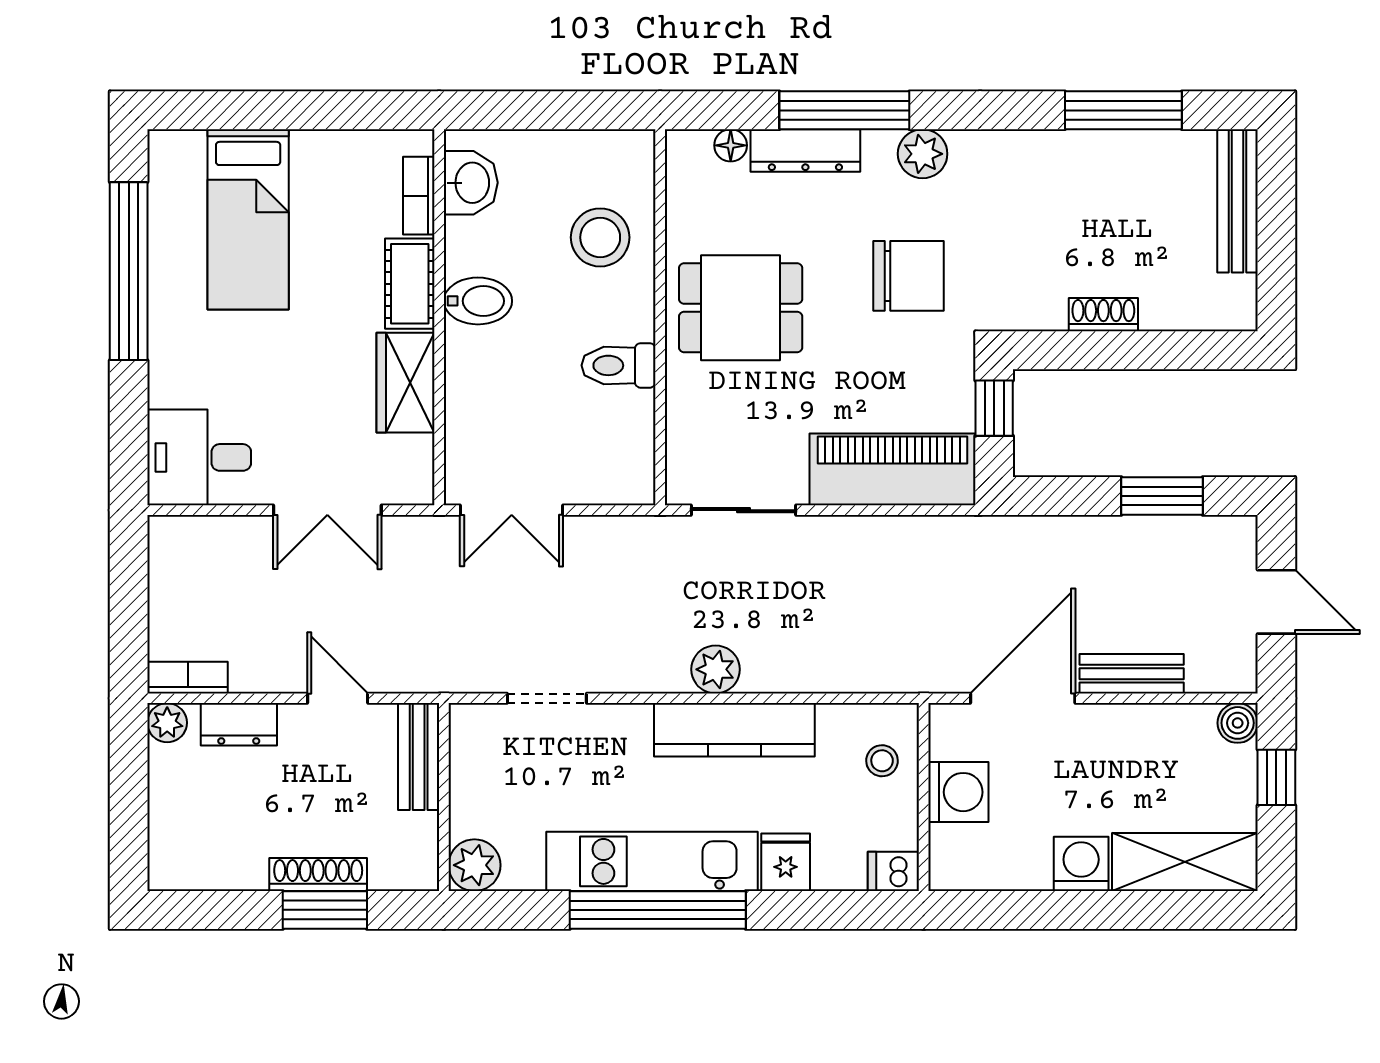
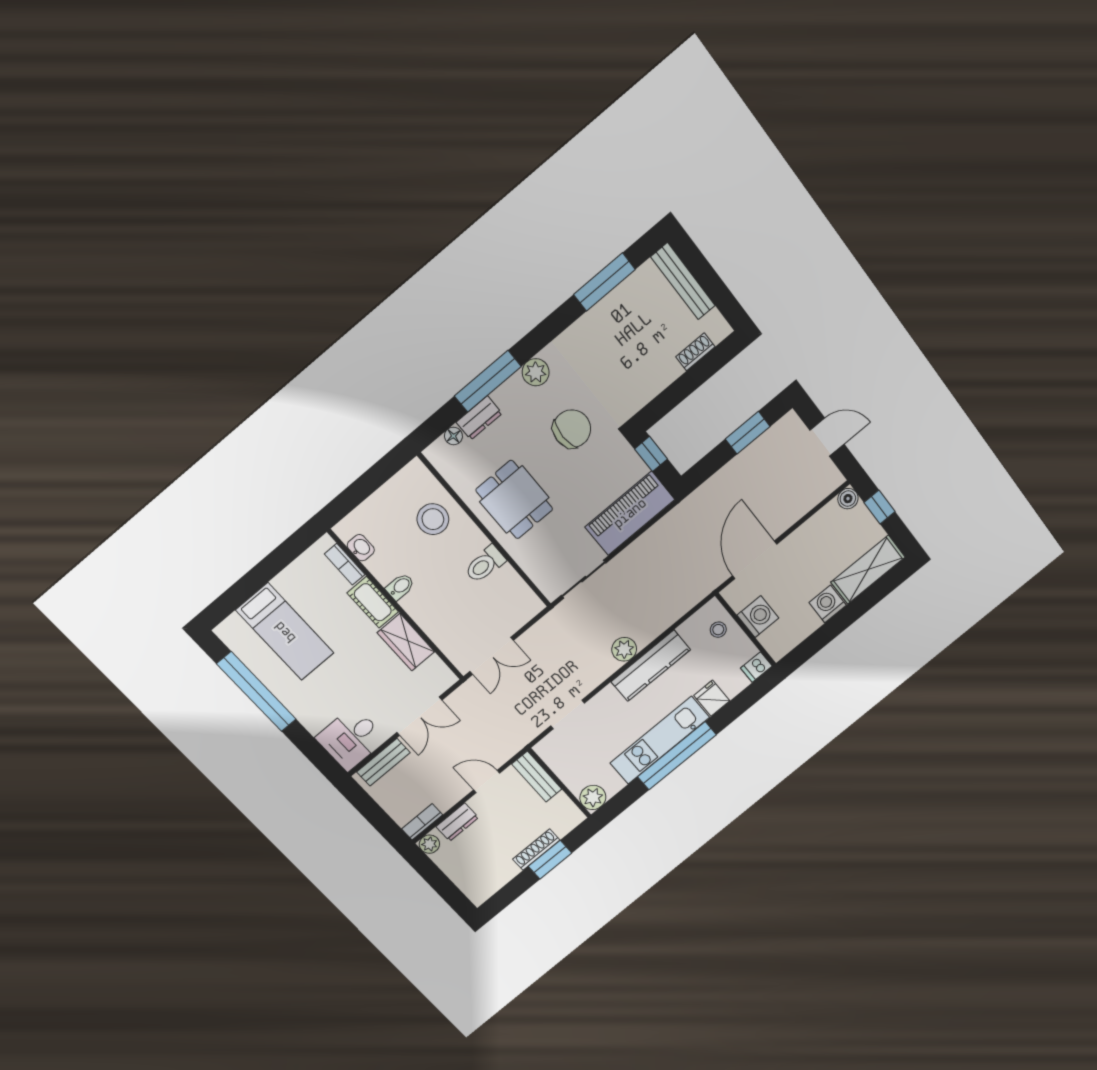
dresser: (805, 151) -> (479, 418), width x0.70
washbasin: (471, 183) -> (361, 548), width x0.72, depth x0.69
bidet: (478, 301) -> (400, 587), width x0.72, depth x0.74
dining table: (741, 308) -> (514, 500), turned 90
shoe rack: (1103, 315) -> (695, 352), moved
bench: (1132, 674) -> (383, 762), moved

